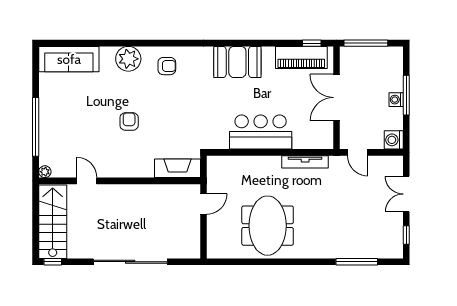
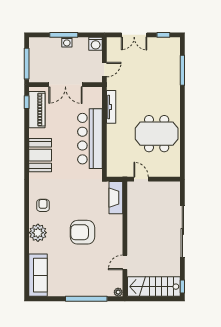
armchair: (129, 121) -> (82, 232), width x1.88, depth x1.88
bar counter: (261, 132) -> (90, 139), width x1.36

